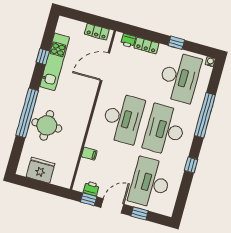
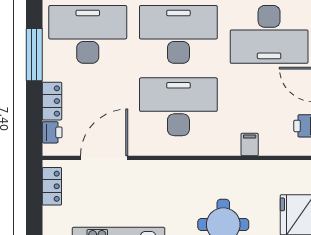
window: (176, 43) -> (34, 55), width x2.17
door: (105, 67) -> (104, 158), swing flipped
desk: (165, 130) -> (178, 34), turned 180

